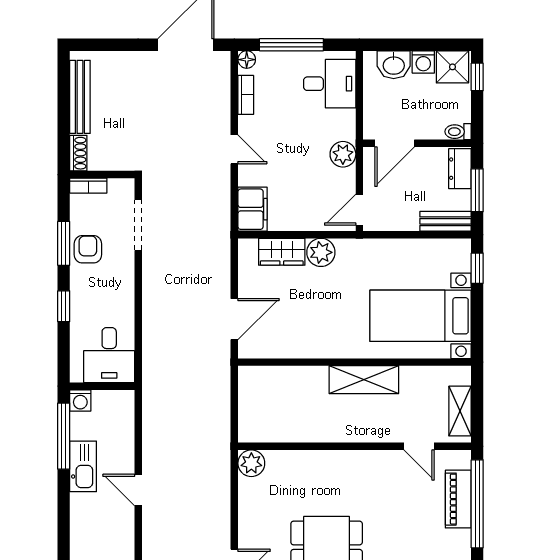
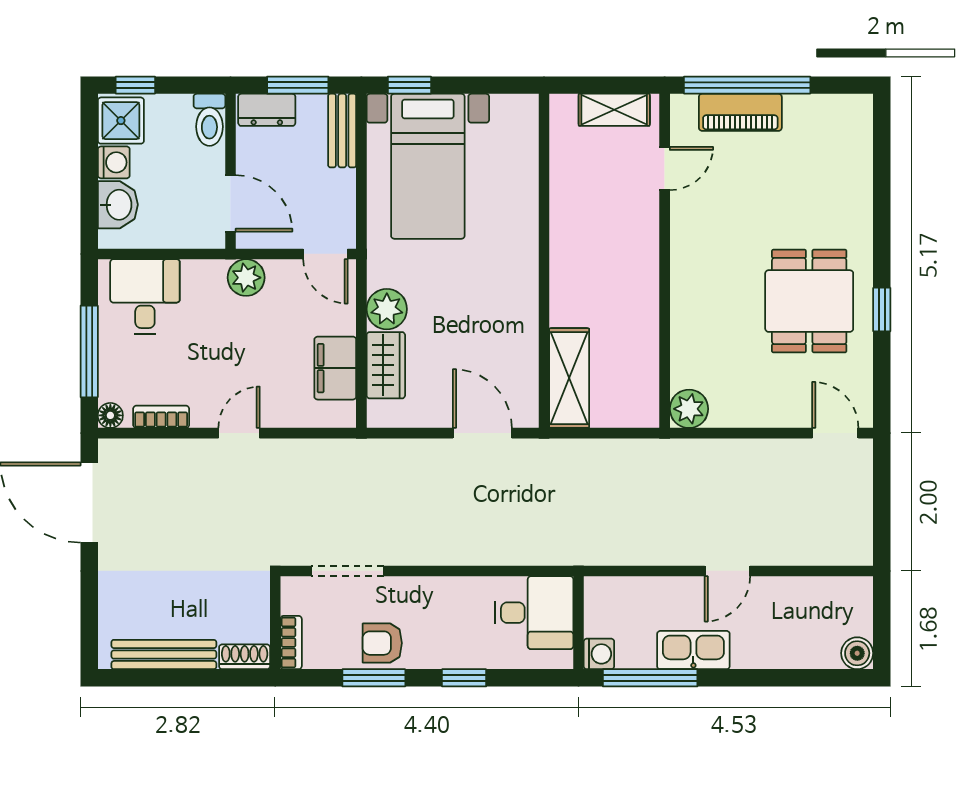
toilet: (458, 132) -> (209, 120), width x1.37, depth x1.39
filing cabinet: (253, 209) -> (335, 368), moved, turned -90
bed with nightstands: (421, 316) -> (428, 166), moved
shelving: (364, 380) -> (569, 378), moved

